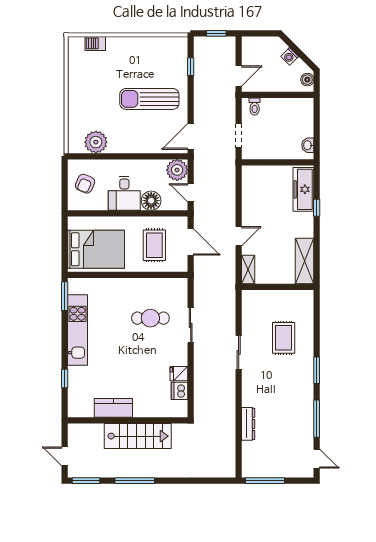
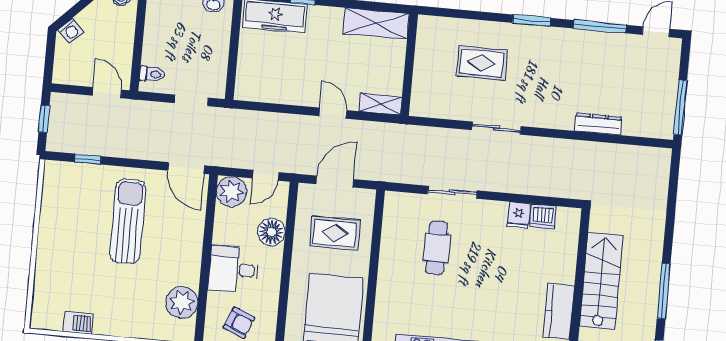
barbecue: (95, 43) -> (78, 323), moved, turned -90
washing machine: (290, 56) -> (71, 31), moved
sun lounger: (149, 99) -> (128, 221), turned 180
desk: (124, 193) -> (234, 269), moved, turned 180

